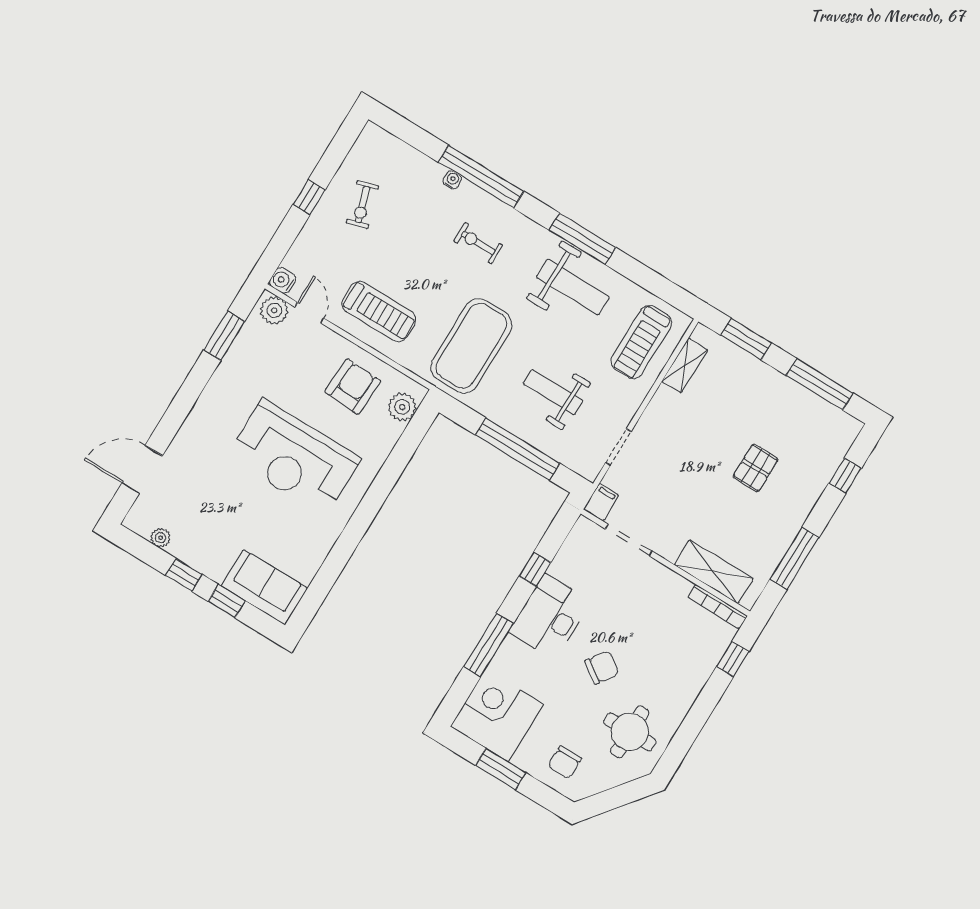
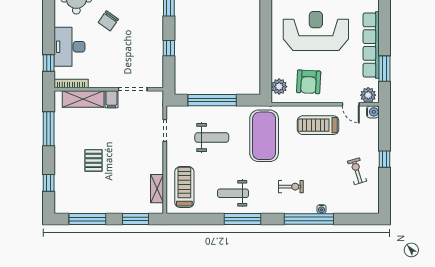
weight bench: (573, 287) -> (233, 193), width x0.73, depth x0.75
row of seats: (223, 384) -> (371, 45), added
filing cabinet: (601, 502) -> (112, 99), moved
desk: (550, 617) -> (70, 47), moved, turned 180

